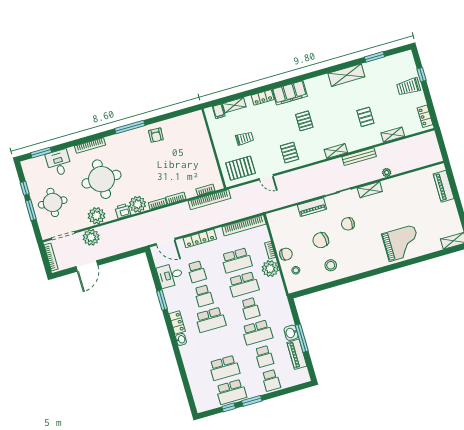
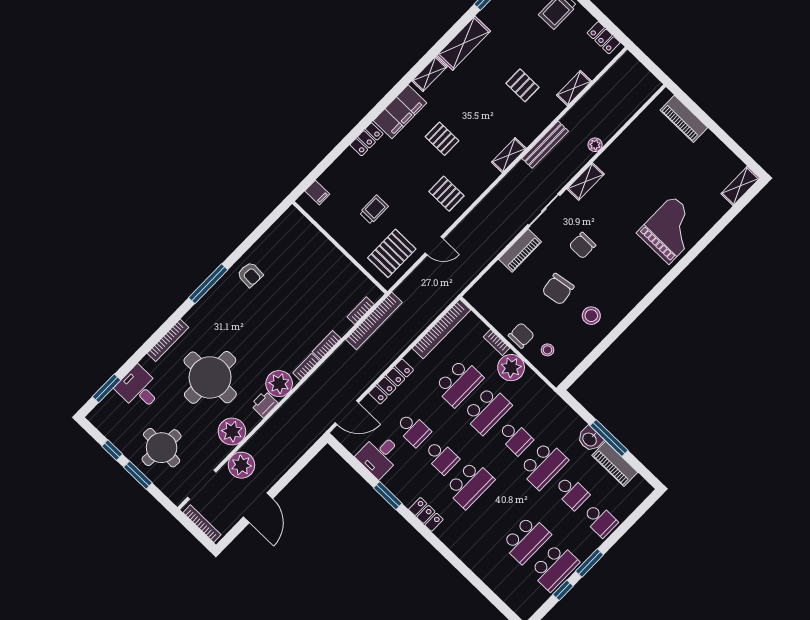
shelving: (234, 105) -> (429, 74), moved
washbasin: (181, 339) -> (445, 535), removed

